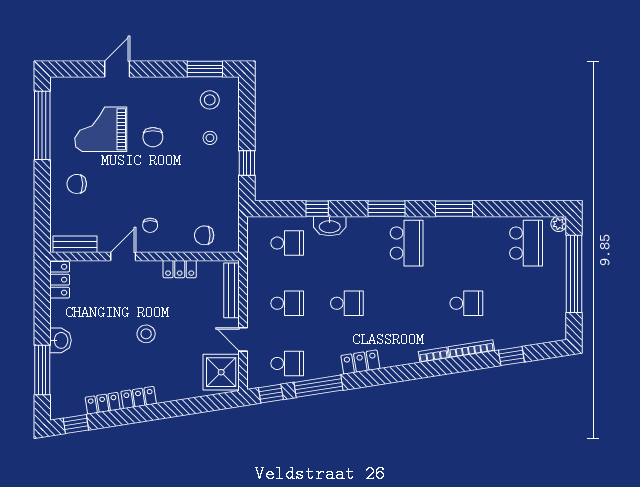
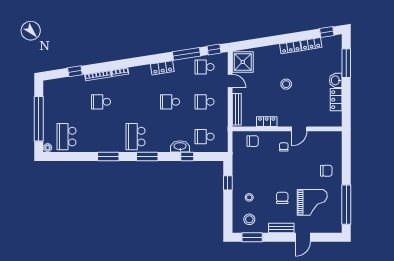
bench: (75, 244) -> (281, 228), moved
locker: (60, 280) -> (336, 100), moved

